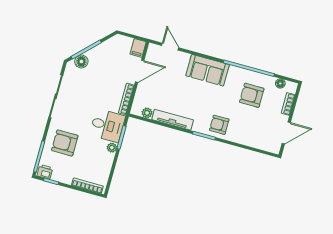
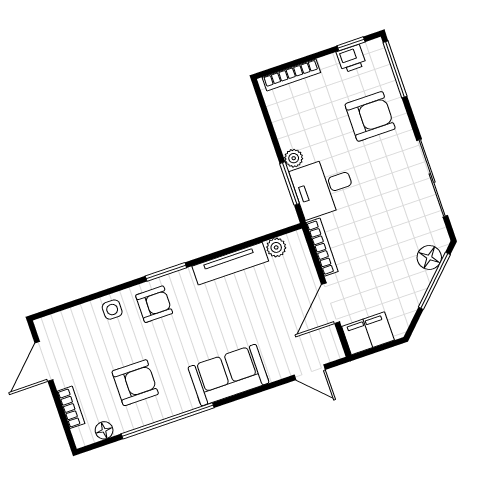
filing cabinet: (138, 48) -> (368, 333), width x2.00
side table: (240, 135) -> (112, 310), added
printer: (45, 172) -> (351, 59), moved

